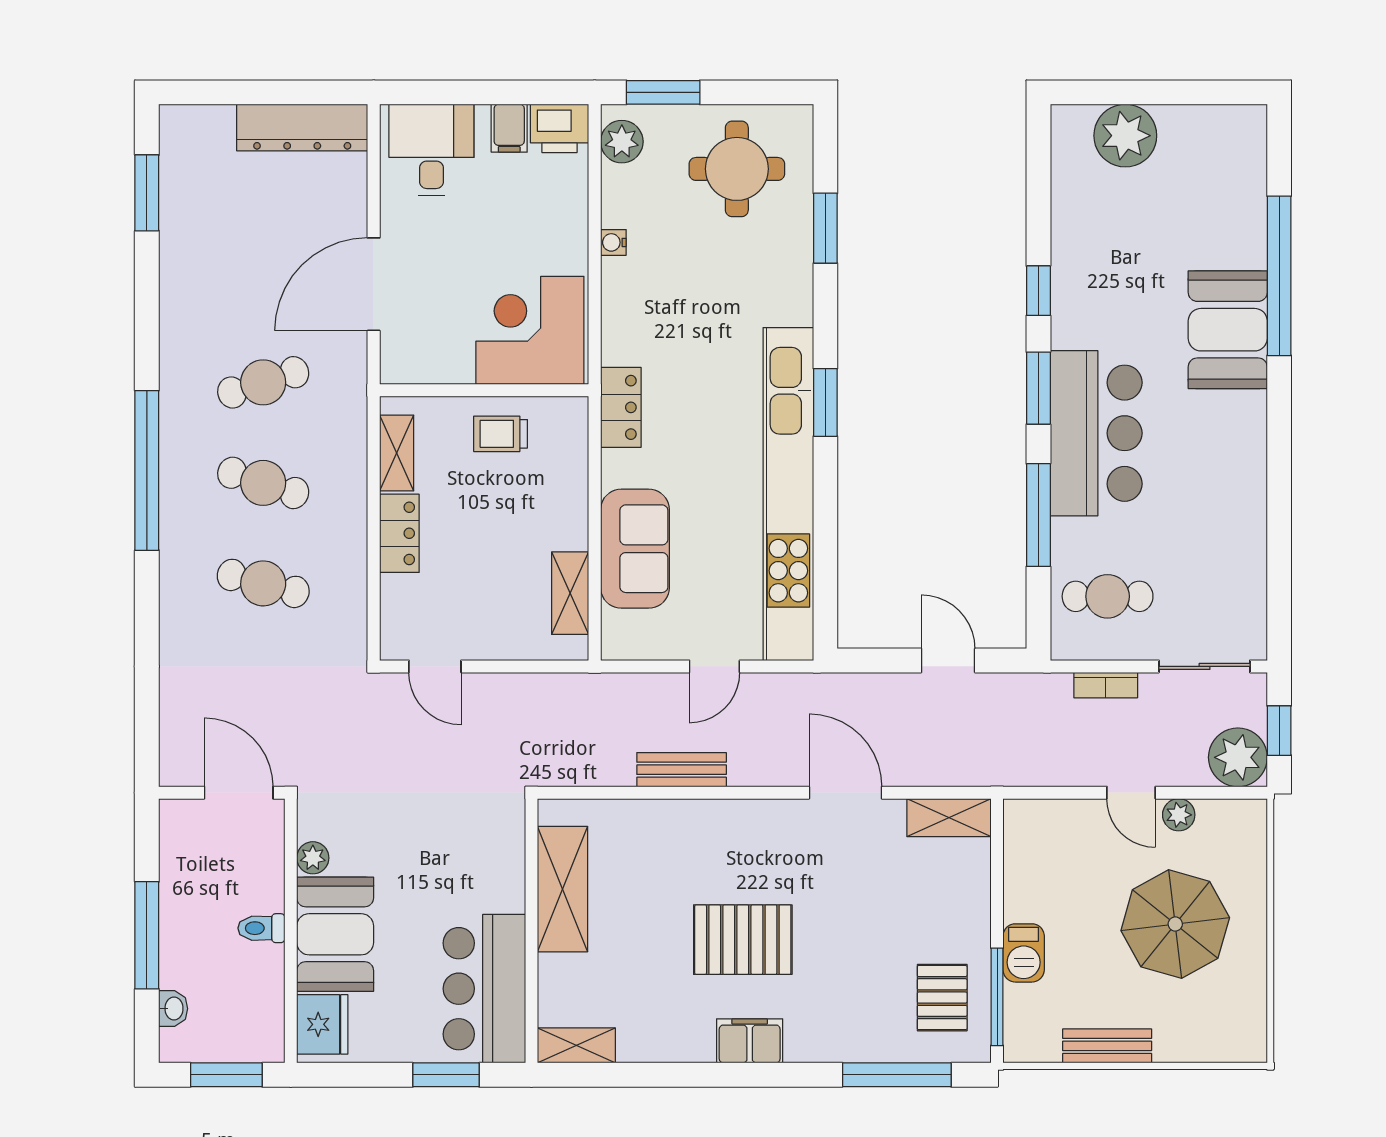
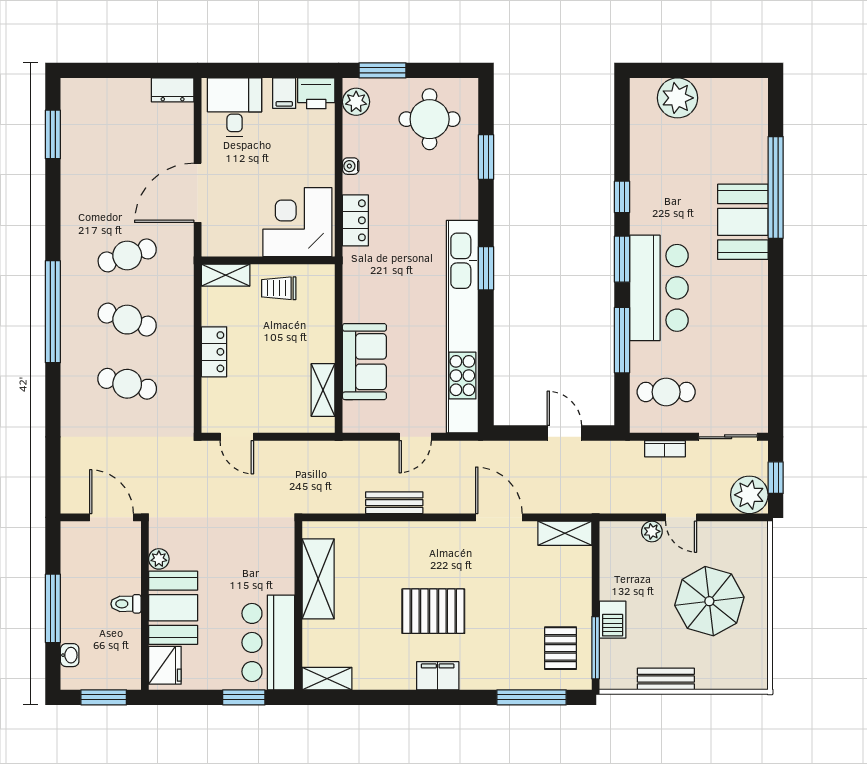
dresser: (302, 128) -> (173, 90), width x0.51, depth x0.80
locker: (621, 407) -> (355, 220), moved
shelving: (397, 453) -> (226, 275), moved, turned 90
plant: (1179, 815) -> (652, 531), moved

